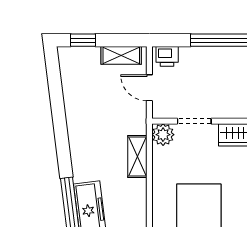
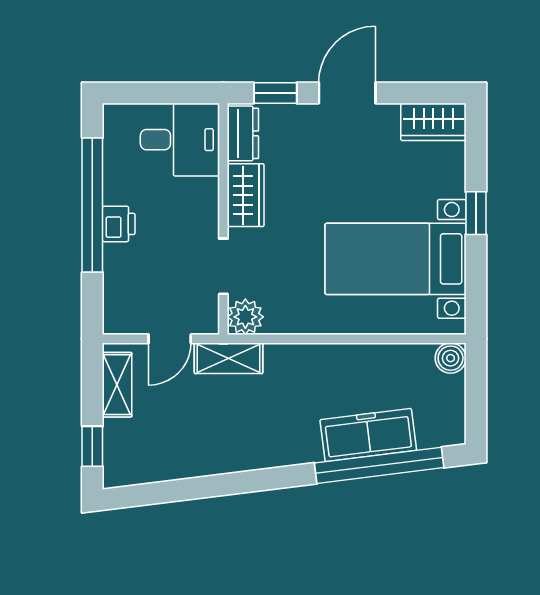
printer: (167, 56) -> (119, 224), moved
shelving: (137, 157) -> (229, 358), moved

